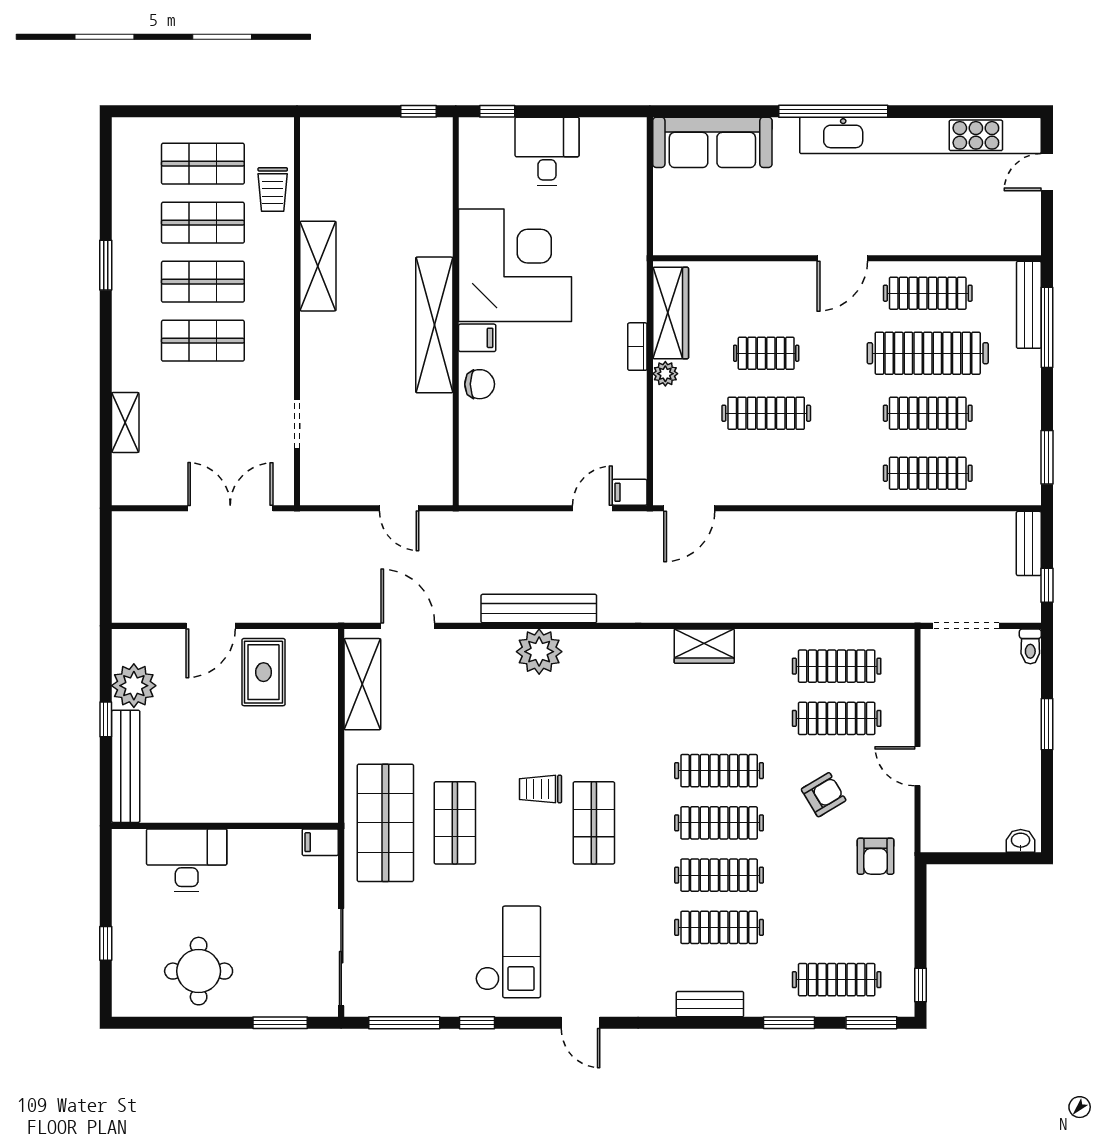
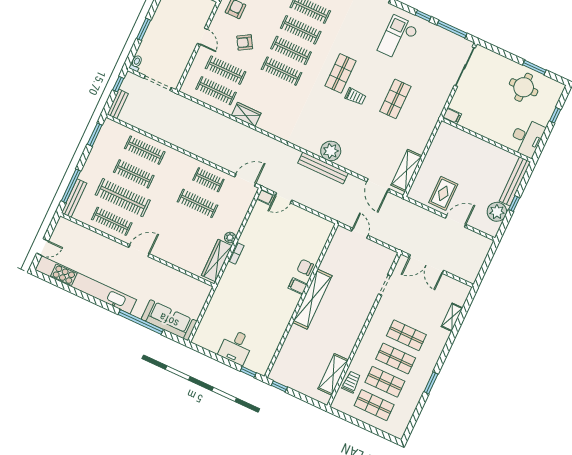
window: (833, 111) -> (141, 322), moved
corner desk: (515, 265) -> (269, 308), removed
shelving: (318, 266) -> (333, 374), moved
clothes rail: (766, 353) -> (208, 180), moved
wardrobe: (704, 646) -> (246, 114), moved
shop shelf: (385, 823) -> (423, 112), removed
desk: (187, 860) -> (527, 138), moved, turned -90
window: (280, 1023) -> (534, 67), moved

